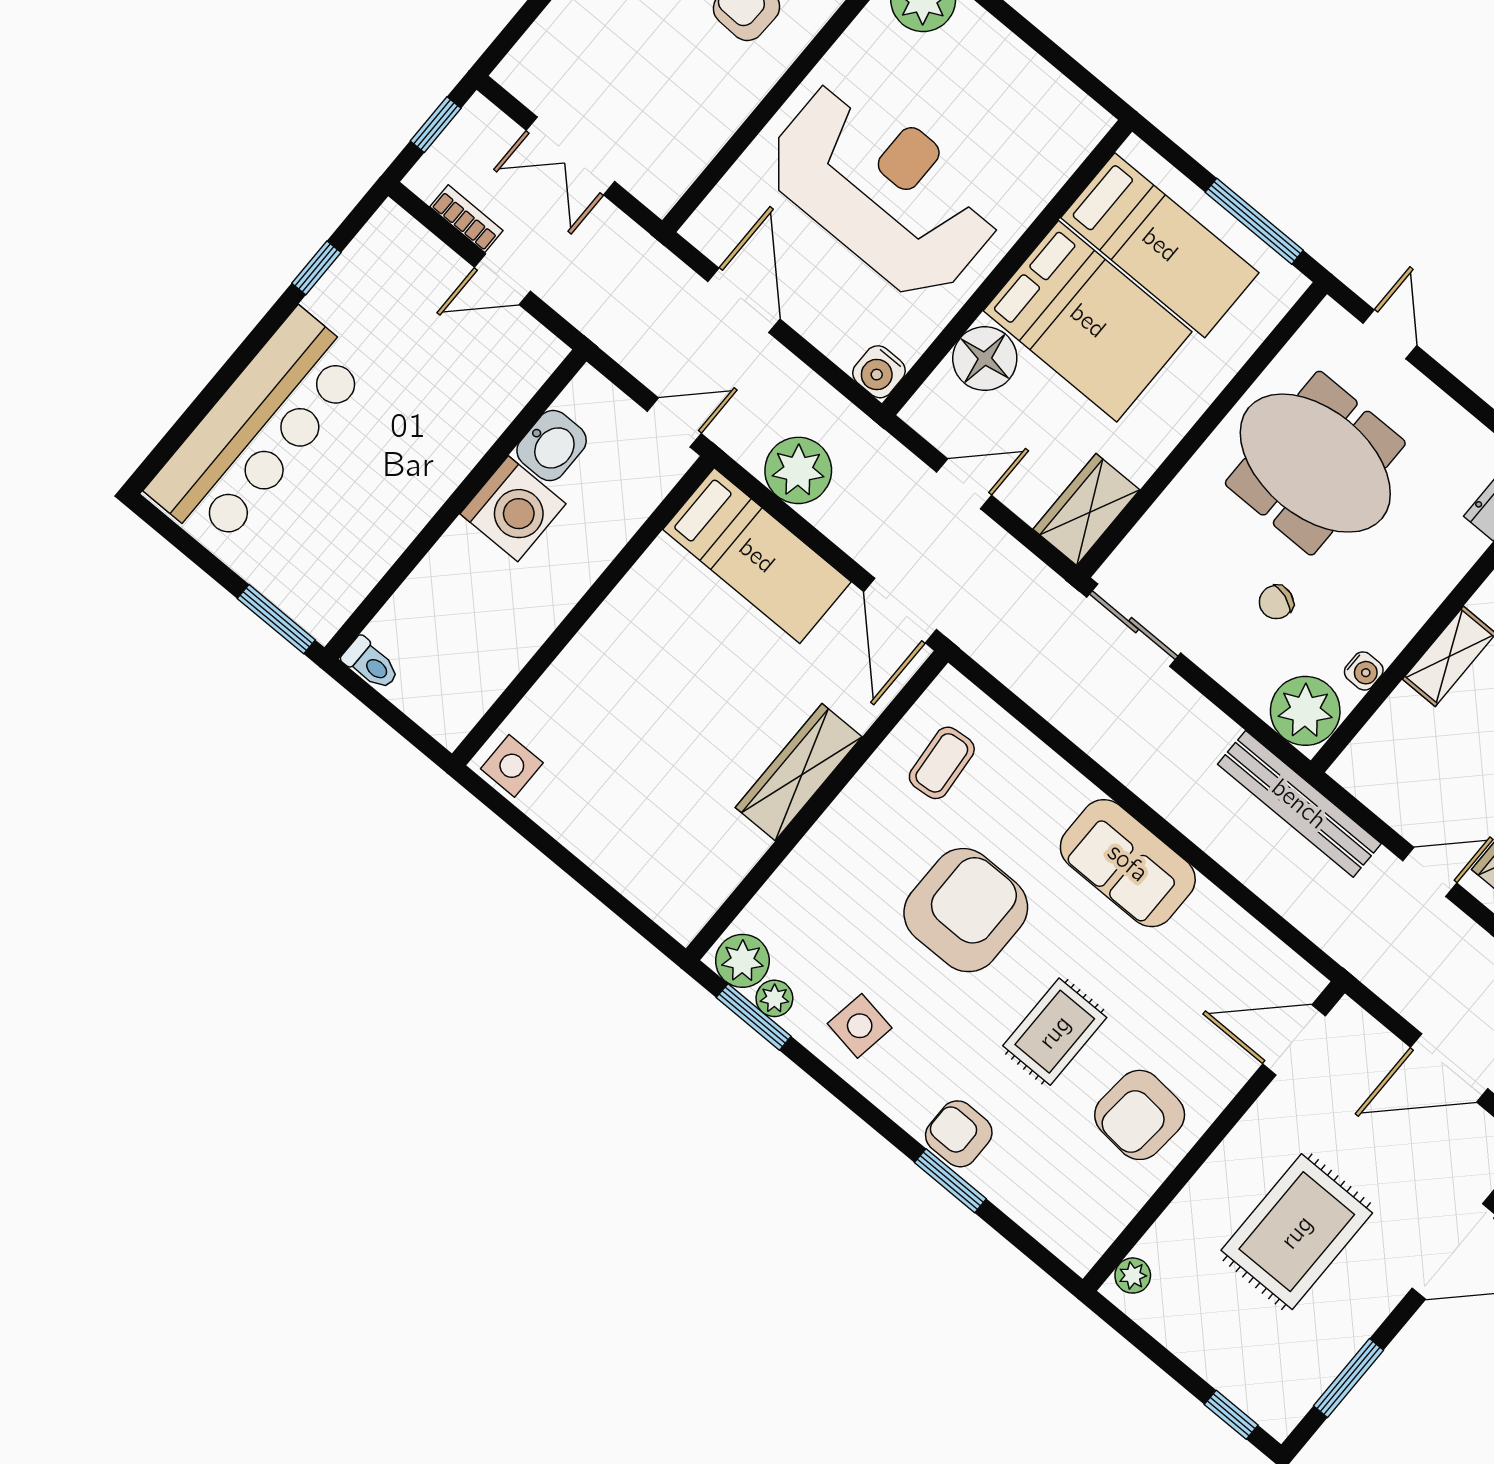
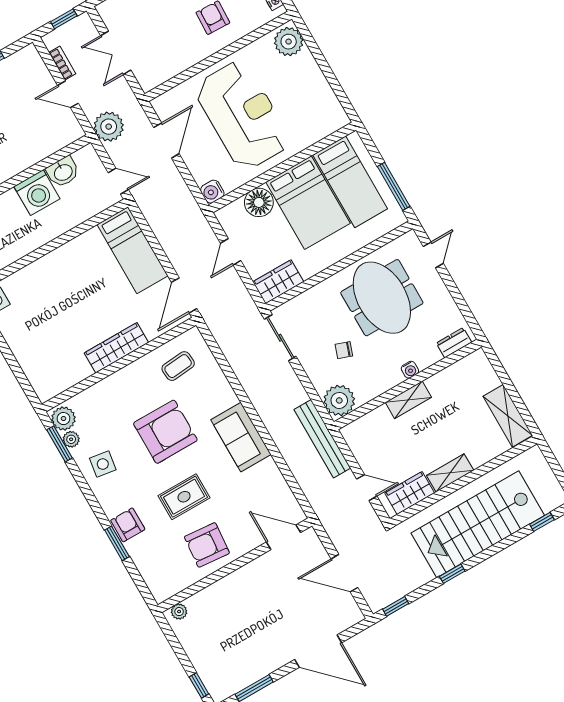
plant: (798, 470) -> (109, 127), moved
door: (964, 484) -> (231, 252), swing flipped
water cooler: (1364, 671) -> (410, 370), moved
rug: (1297, 1232) -> (255, 618), removed

